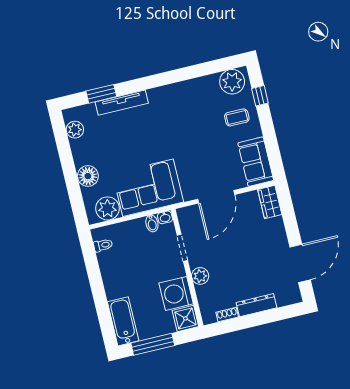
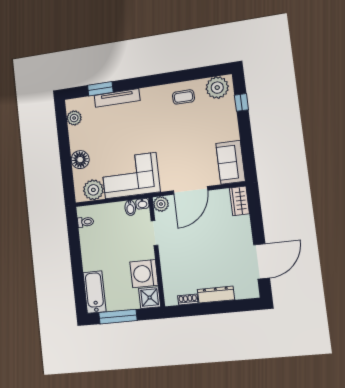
coffee table: (237, 117) -> (183, 97), moved
plant: (200, 276) -> (161, 204), moved

